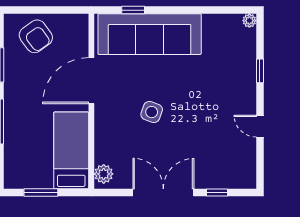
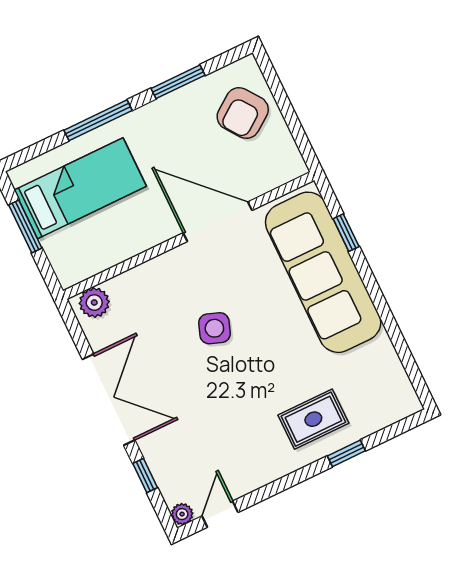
plant: (249, 21) -> (182, 514), moved
rug: (231, 80) -> (313, 419), added
door: (260, 126) -> (220, 514), moved
bed: (71, 150) -> (80, 188), moved

